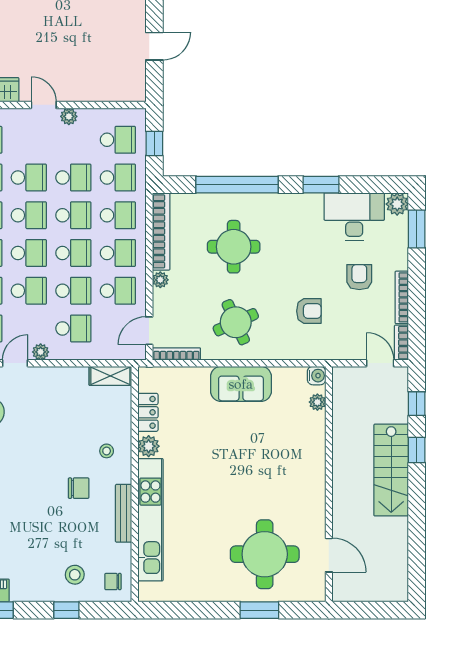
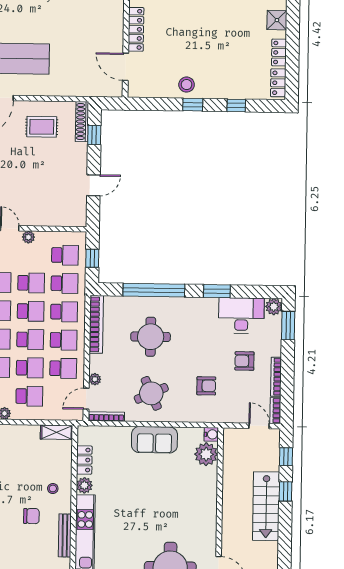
armchair: (359, 277) -> (244, 361), turned -90
plant: (160, 280) -> (95, 379), moved
plant: (317, 402) -> (206, 454), width x1.87, depth x1.87

